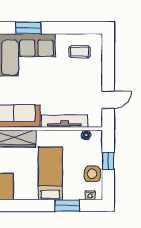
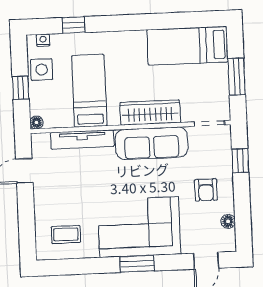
floor lamp: (86, 135) -> (36, 122), moved
bed: (50, 173) -> (89, 91), moved, turned 180
window: (67, 206) -> (73, 25), width x0.67

